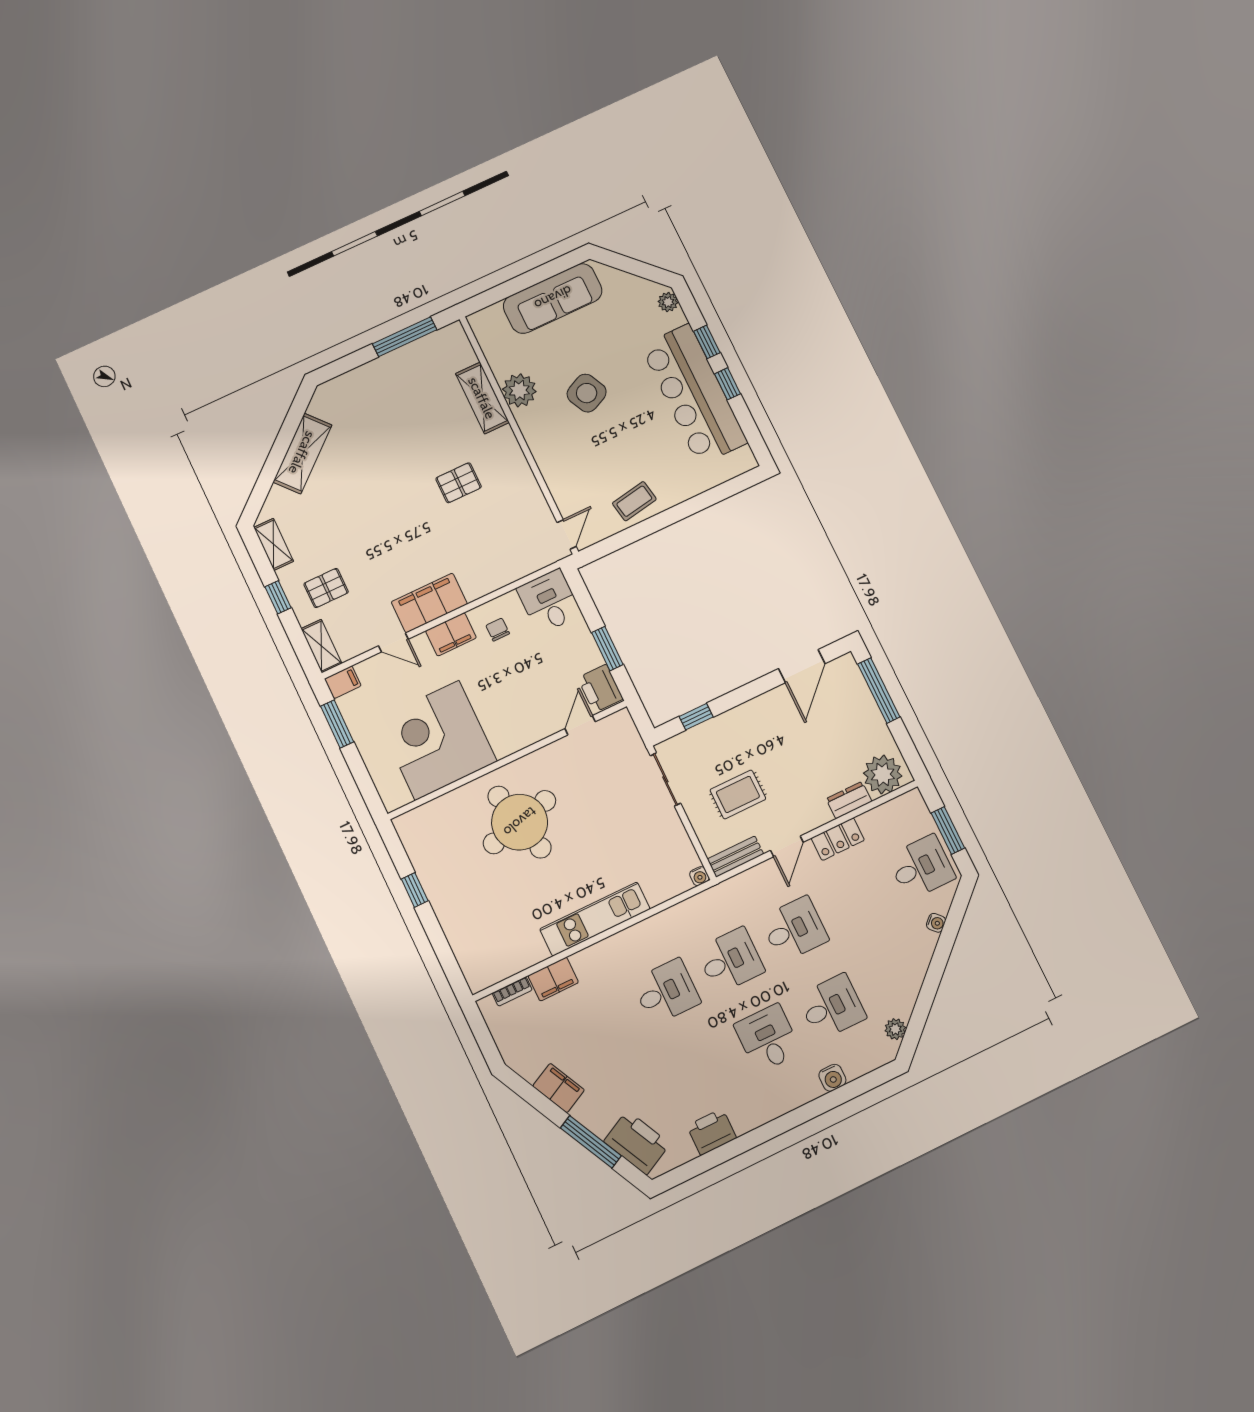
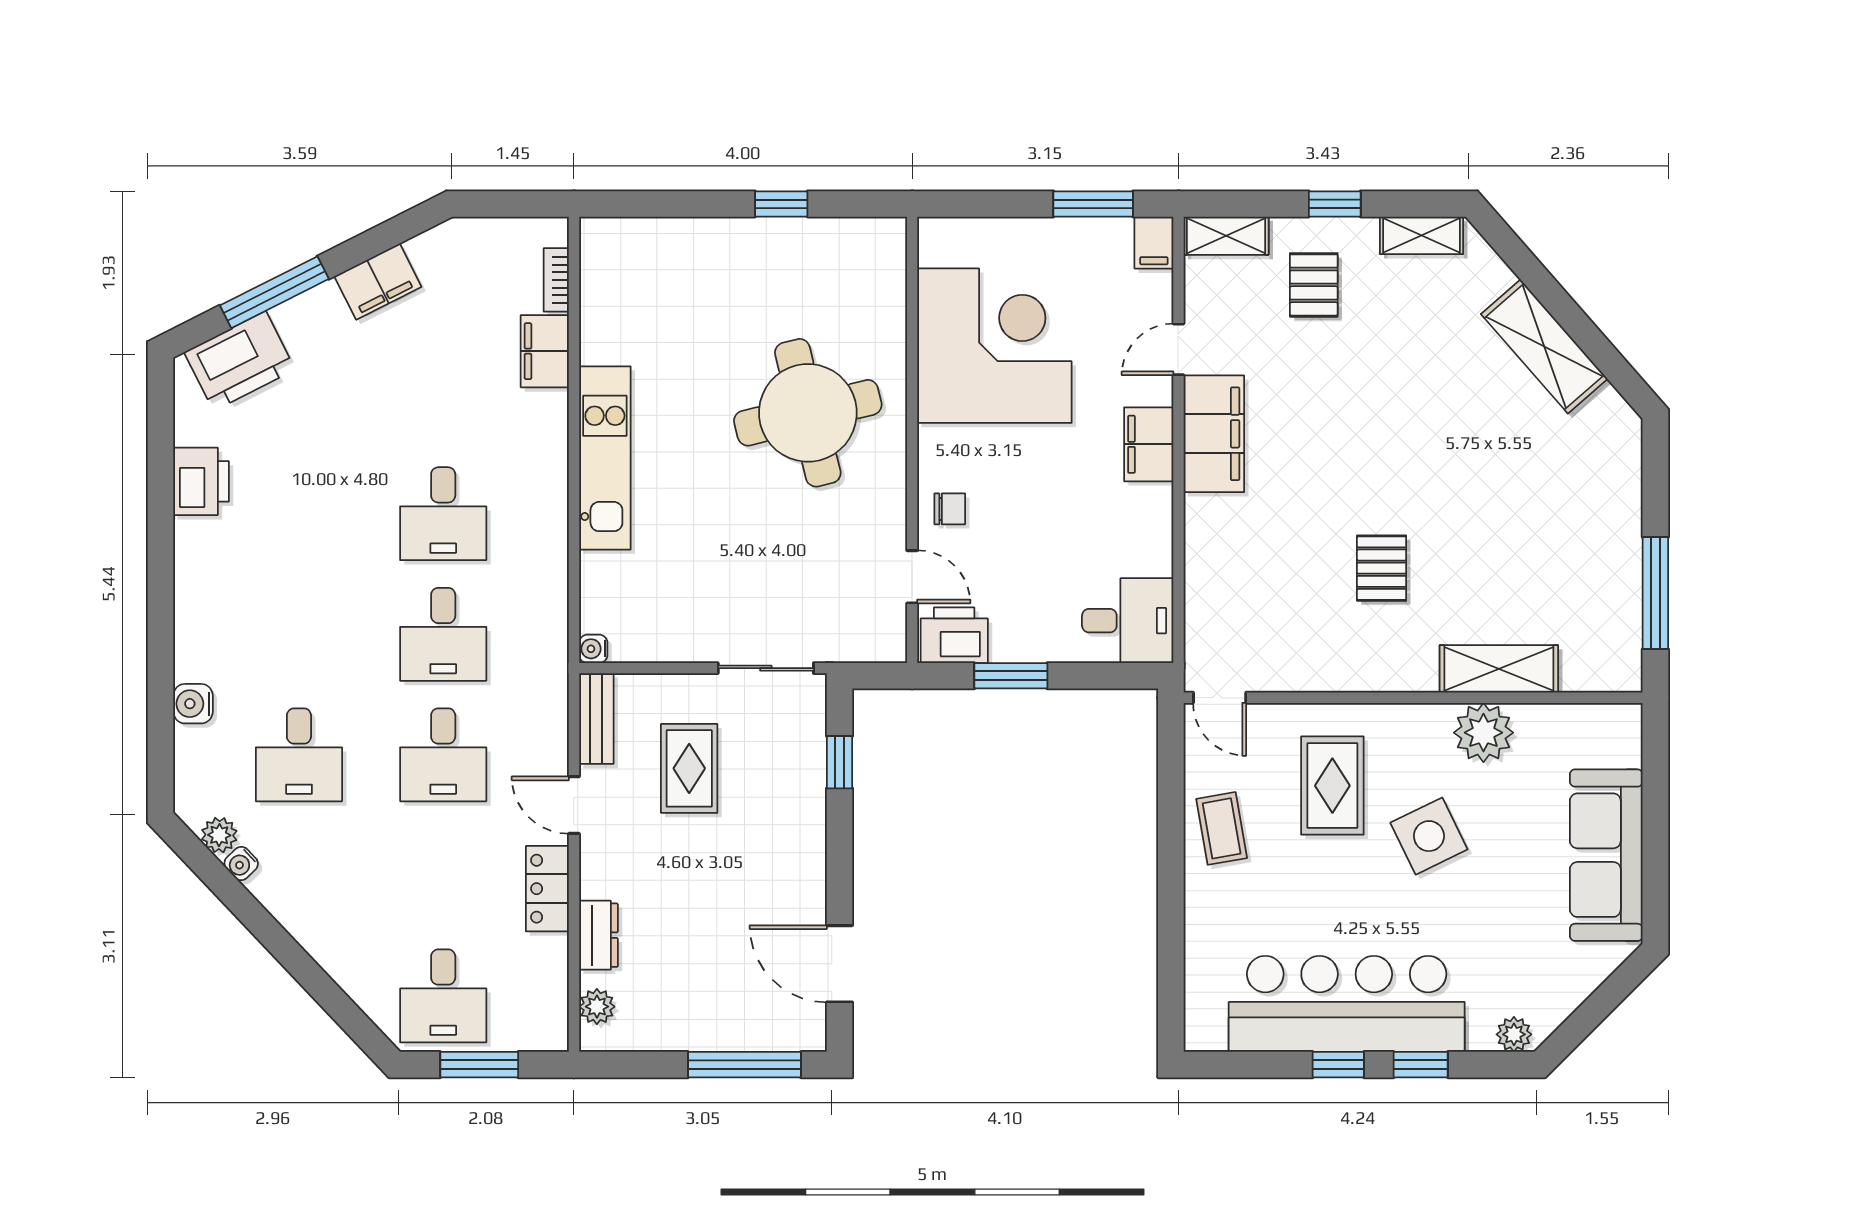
rug: (584, 455) -> (1332, 786), added
chair: (498, 630) -> (950, 509), moved
plant: (883, 775) -> (597, 1007), width x0.53, depth x0.53
water cooler: (936, 923) -> (241, 864), moved
desk: (768, 1038) -> (299, 634), removed

